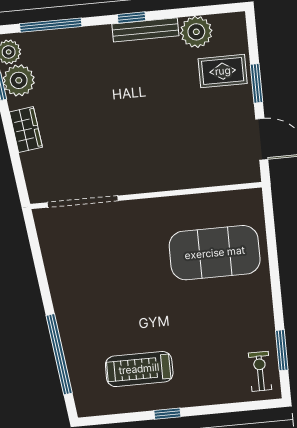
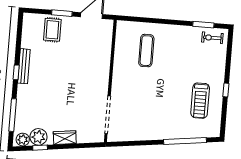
plant: (196, 32) -> (30, 40), removed
exercise mat: (215, 253) -> (146, 51), width x0.50, depth x0.69

